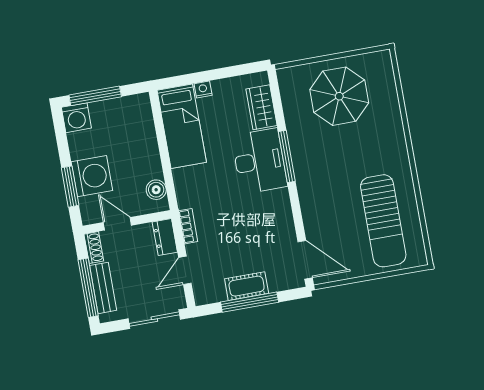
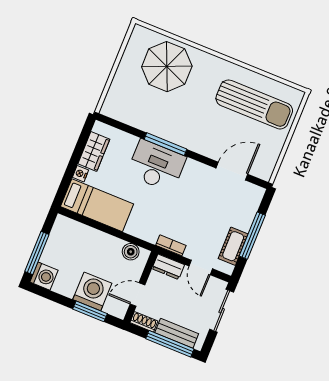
parasol: (339, 96) -> (167, 67), moved
wardrobe: (261, 107) -> (94, 152), moved, turned -90
door: (305, 260) -> (232, 171), moved
cot: (247, 286) -> (233, 246), moved

